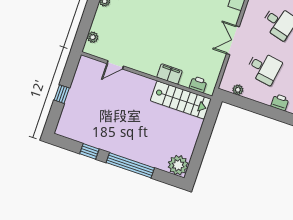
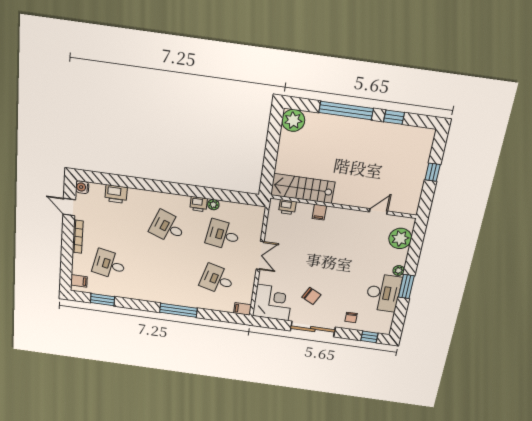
plant: (93, 37) -> (400, 238), width x1.88, depth x1.88
filing cabinet: (170, 74) -> (319, 212), width x0.50
plant: (238, 90) -> (213, 205), moved

